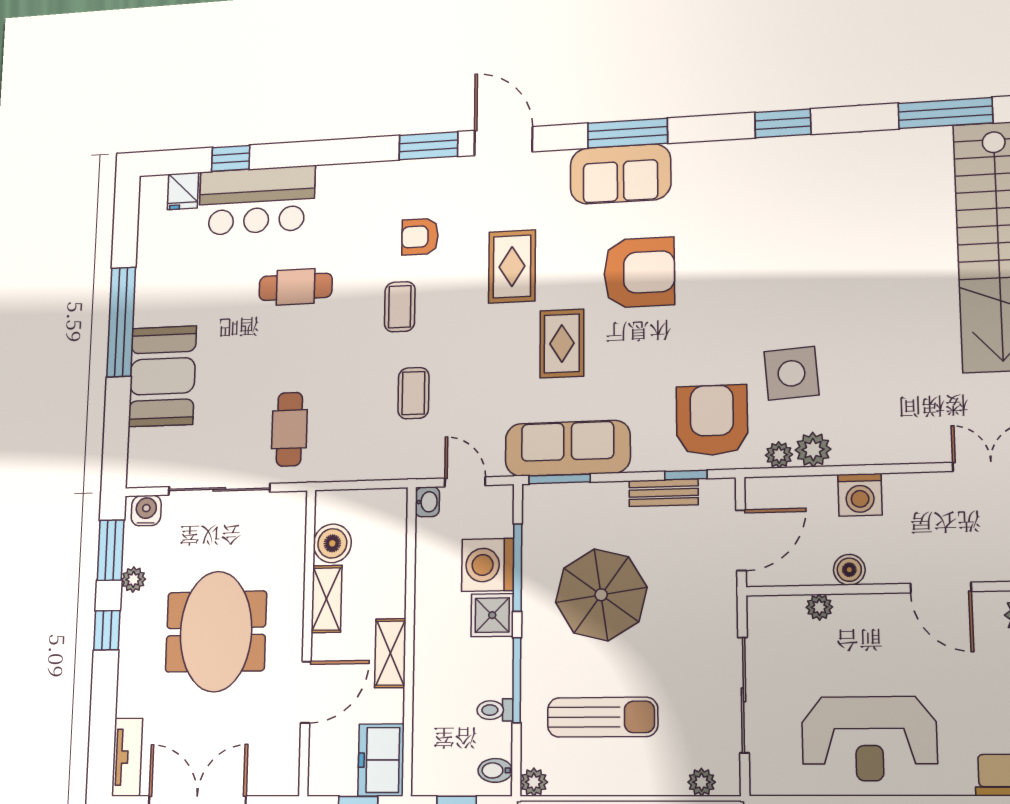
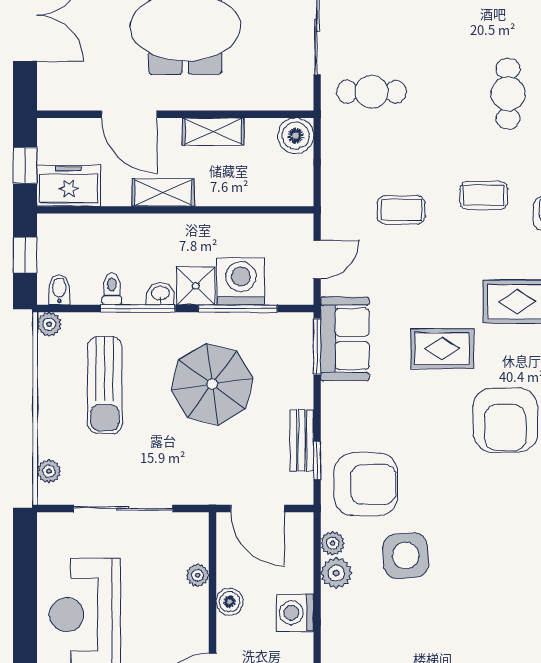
sofa: (568, 448) -> (345, 339), width x0.73
washbasin: (427, 502) -> (160, 294), moved, turned 180
boiler: (332, 543) -> (296, 136), moved

